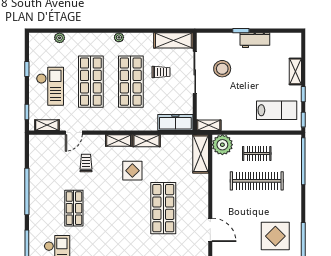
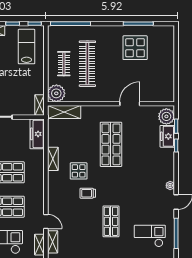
shelving: (119, 140) -> (53, 242), moved
trolley: (86, 163) -> (88, 193), moved
shop shelf: (74, 208) -> (111, 221), turned 90
shop shelf: (163, 208) -> (111, 144), turned 90

